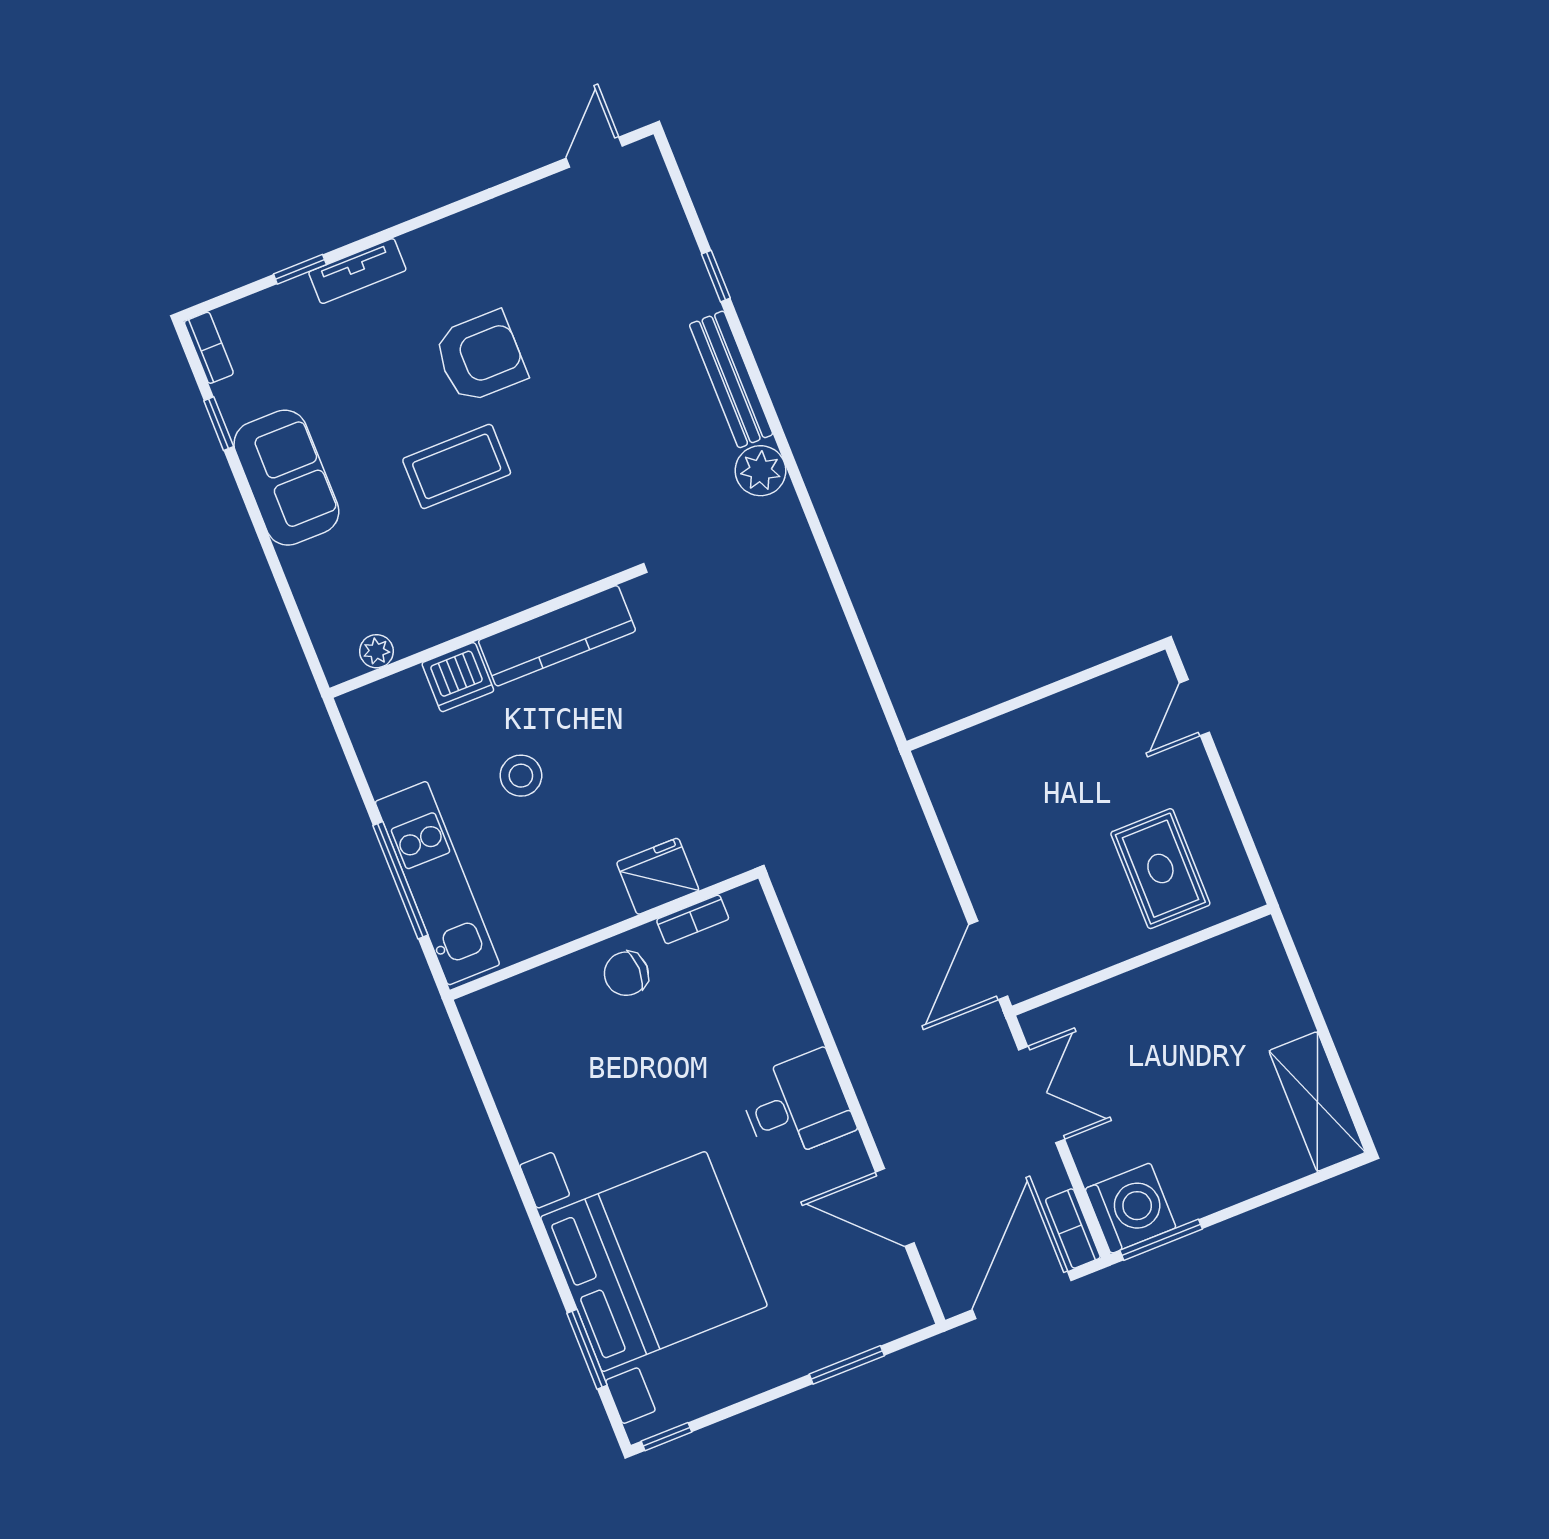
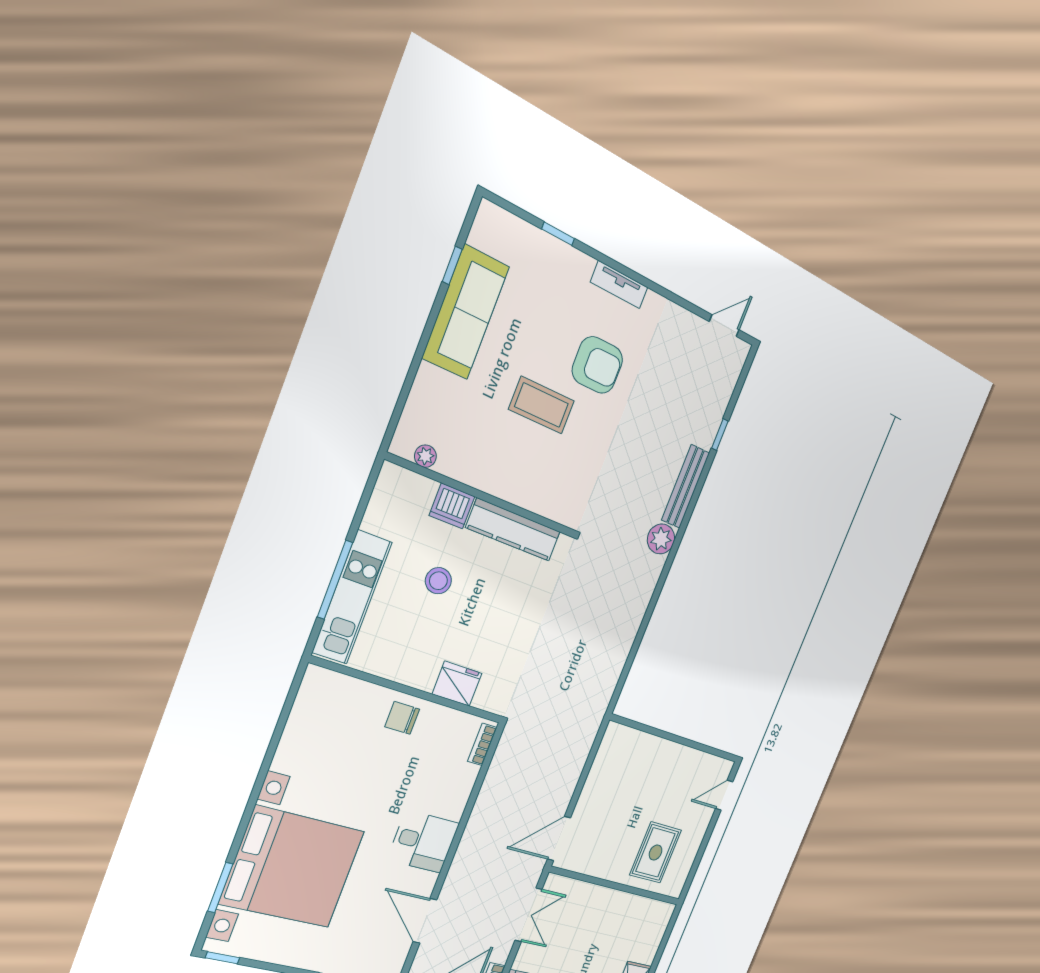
tv unit: (357, 271) -> (619, 285), moved
bookcase: (209, 348) -> (482, 223), removed
sofa: (286, 478) -> (466, 312), width x1.36
bookcase: (693, 919) -> (482, 744), moved, turned 90

